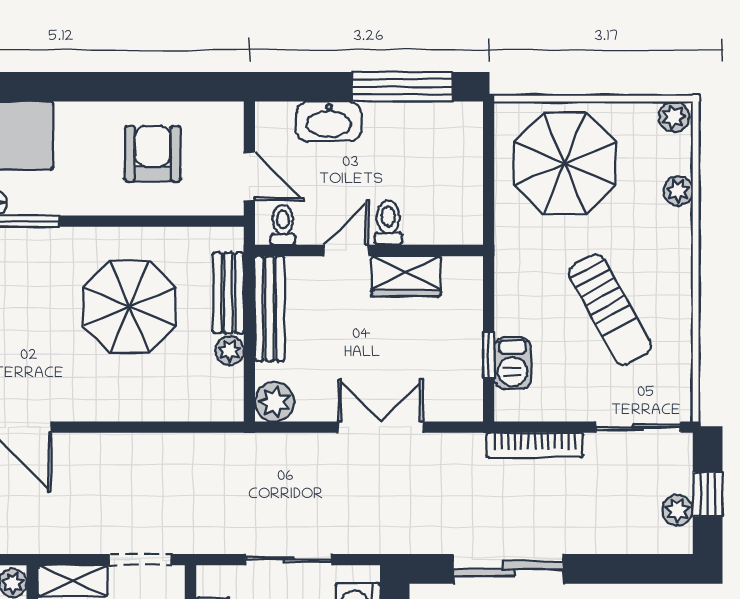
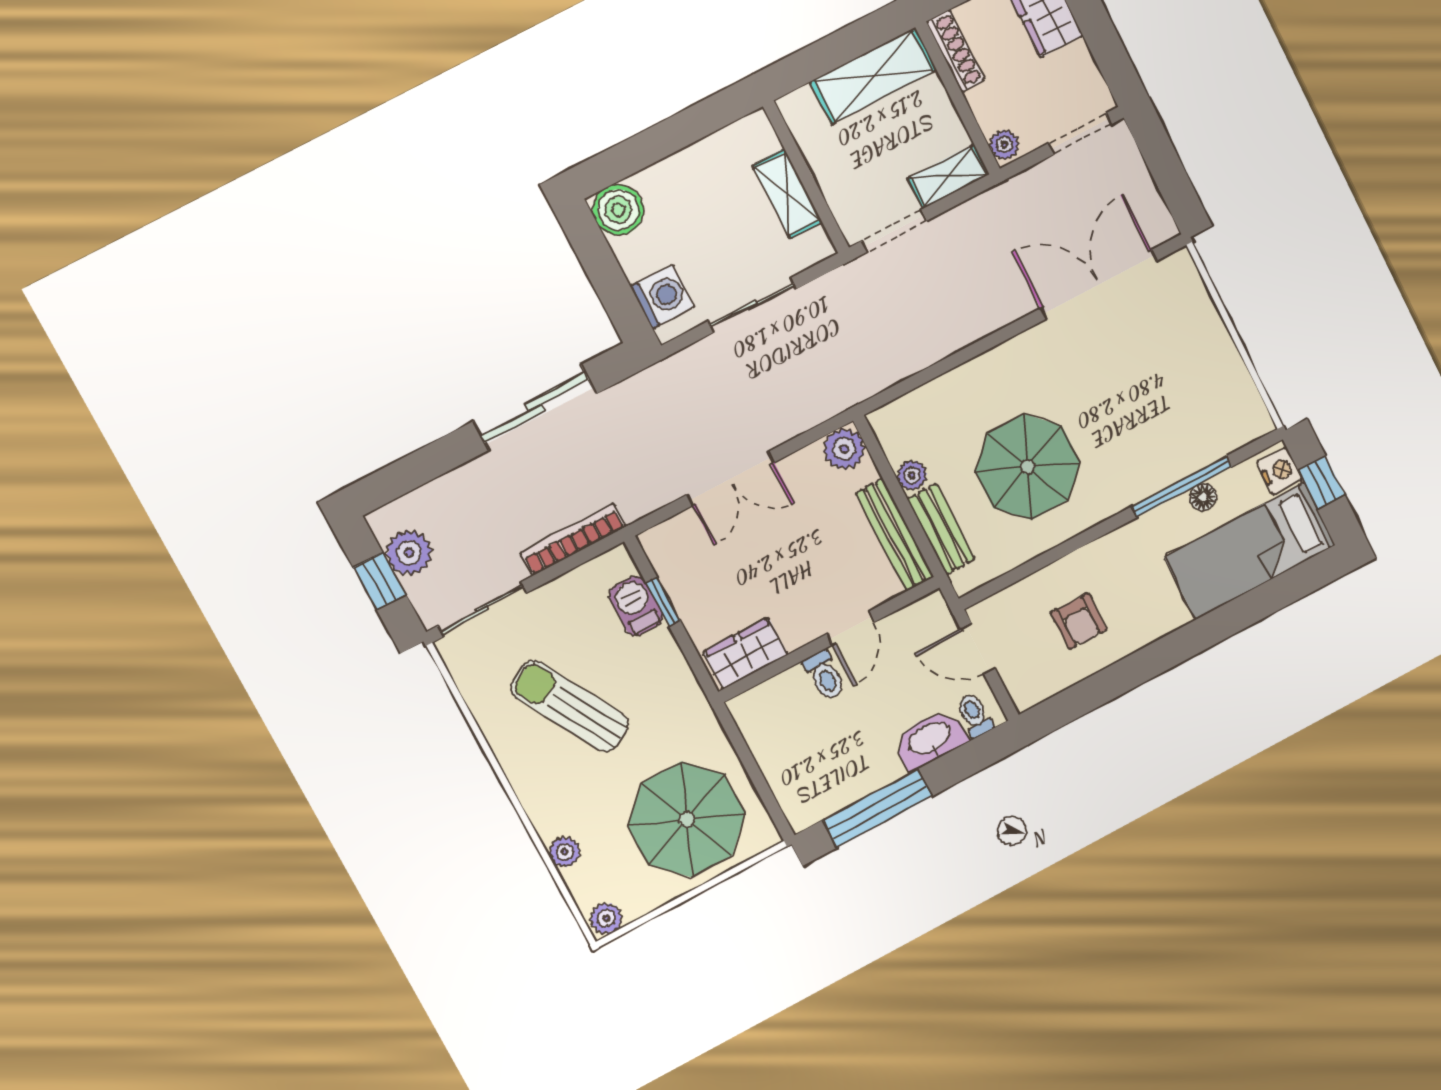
armchair: (153, 154) -> (1079, 621), width x0.72, depth x0.72
toilet: (283, 225) -> (974, 715), moved, turned 180
wardrobe: (406, 276) -> (745, 653), moved
plant: (678, 510) -> (409, 553), width x1.38, depth x1.38

